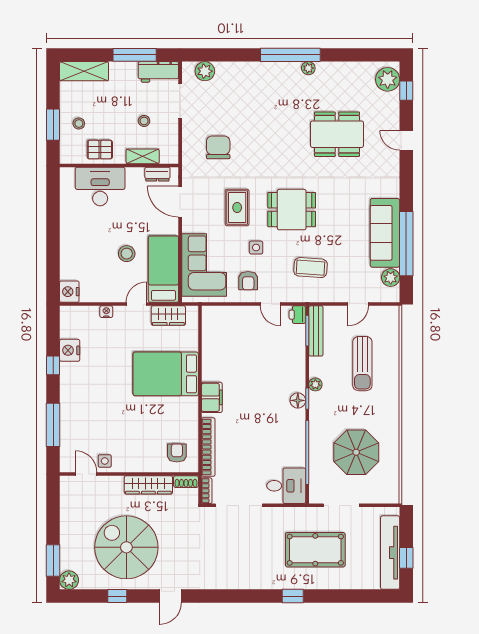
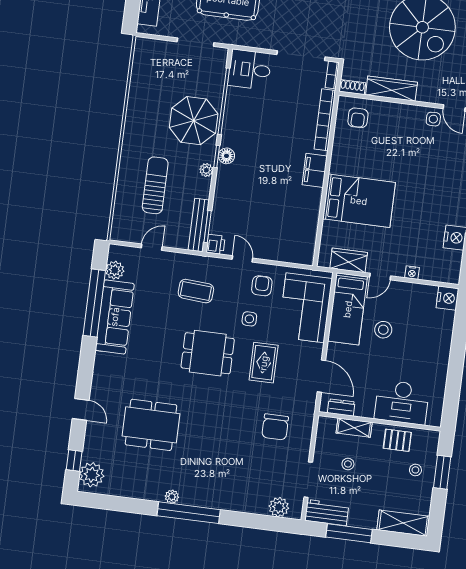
parasol: (356, 452) -> (194, 121), moved

